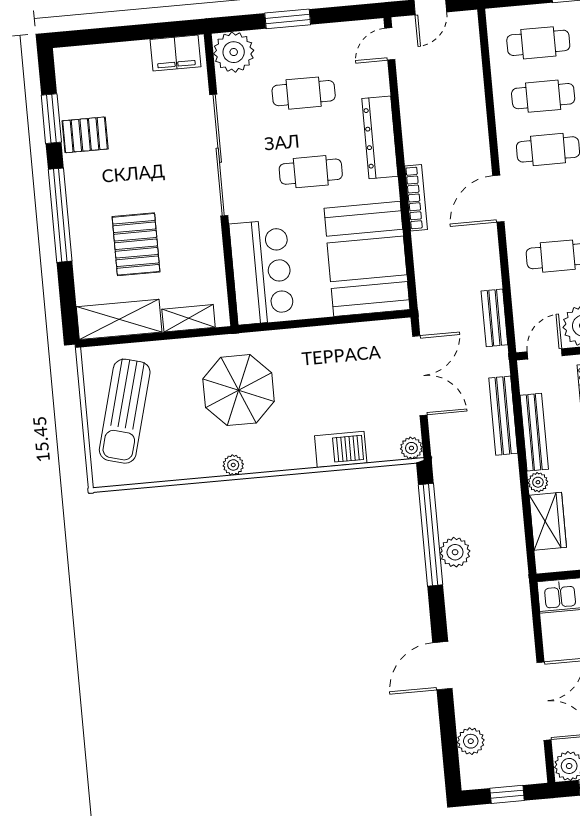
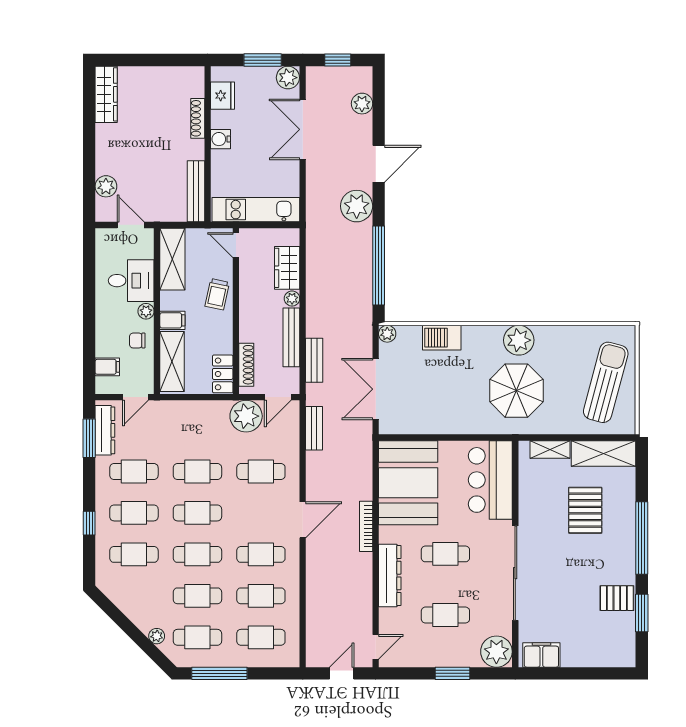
bench: (503, 416) -> (314, 360), width x0.73
plant: (233, 465) -> (519, 340), width x1.88, depth x1.88
plant: (455, 552) -> (357, 206), moved, width x1.36, depth x1.36

